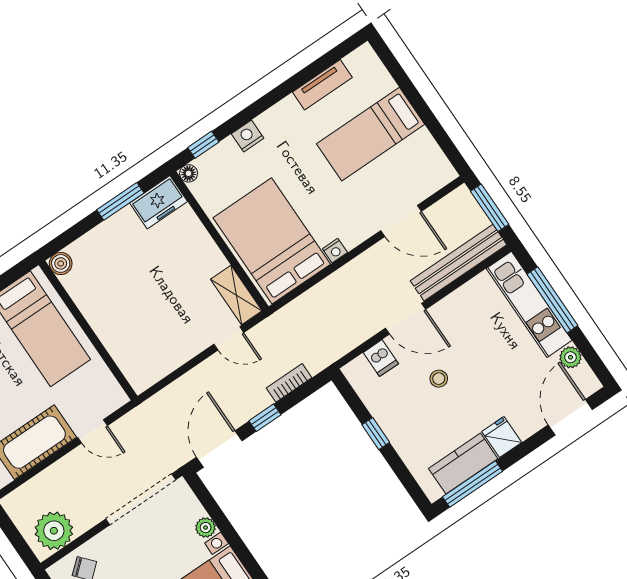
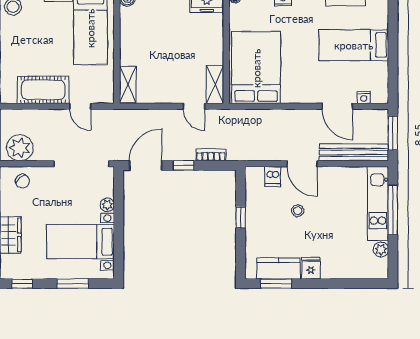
nightstand: (335, 251) -> (364, 98), moved
shelving: (132, 366) -> (128, 84), added
door: (570, 417) -> (357, 284), removed
window: (473, 484) -> (276, 284), width x0.69

